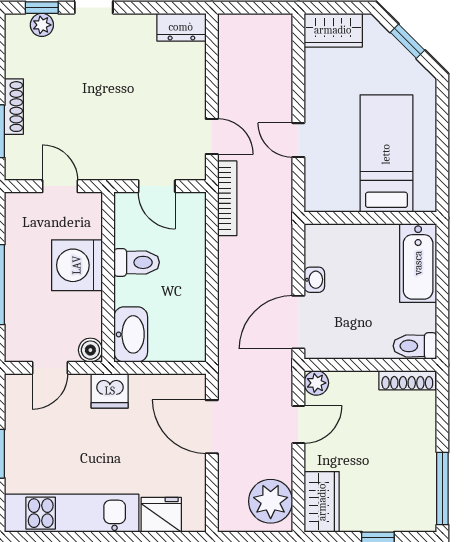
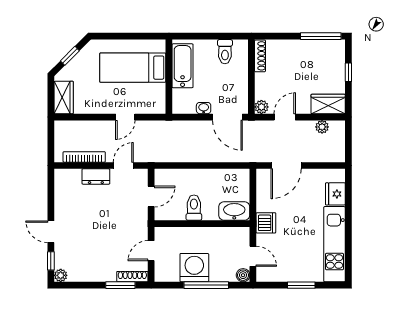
plant: (42, 25) -> (61, 275), moved
dresser: (181, 27) -> (96, 177), moved, turned 90
shoe rack: (14, 107) -> (132, 277), moved
bookcase: (227, 198) -> (84, 157), moved
bathtub: (418, 263) -> (183, 66), moved, turned -90
washing machine: (77, 265) -> (194, 268), moved, turned 180
toilet: (415, 346) -> (225, 52), moved
boiler: (90, 350) -> (243, 275), moved
door: (298, 424) -> (285, 117), hinge flipped
plant: (271, 501) -> (322, 127), width x0.53, depth x0.53

